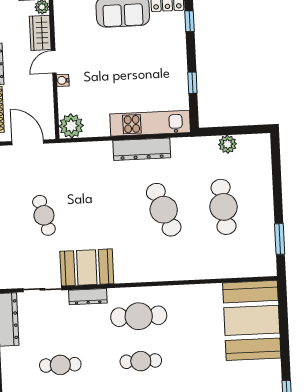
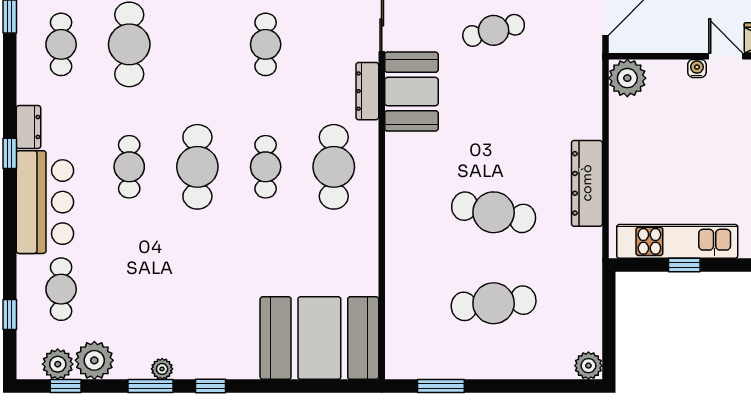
kitchen unit: (150, 123) -> (677, 241), moved, turned -90
plant: (228, 144) -> (588, 366), moved
cafe table: (164, 210) -> (494, 212), turned 33

